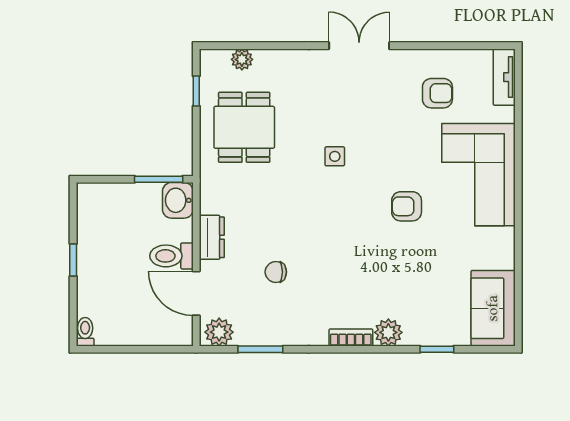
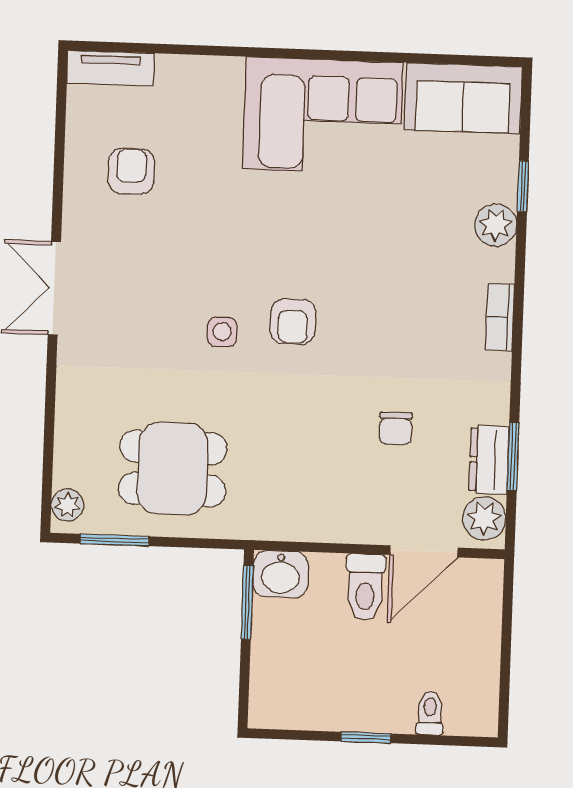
plant: (242, 59) -> (67, 505), moved
window: (196, 91) -> (115, 540), width x1.50
corner sofa: (478, 175) -> (323, 116), moved
armchair: (407, 206) -> (293, 321), moved
dresser: (212, 237) -> (489, 460), moved, turned -90
toilet: (85, 332) -> (430, 713), moved, turned 90
plant: (388, 332) -> (496, 225), moved

